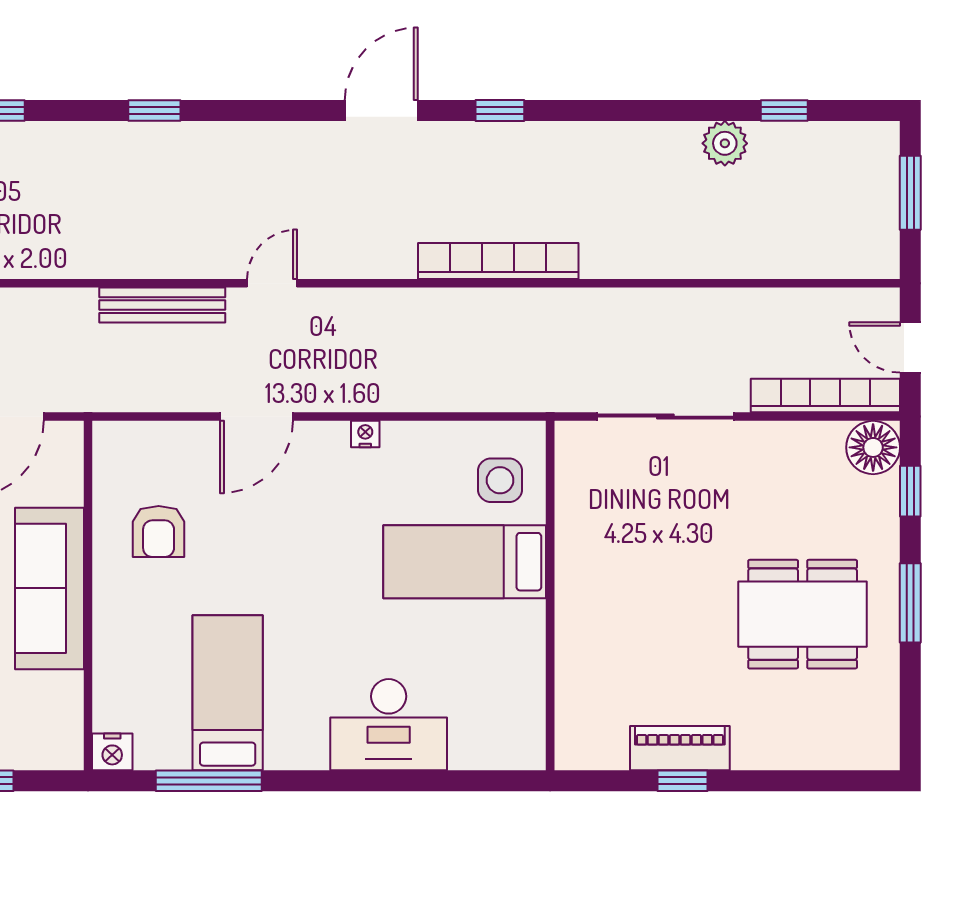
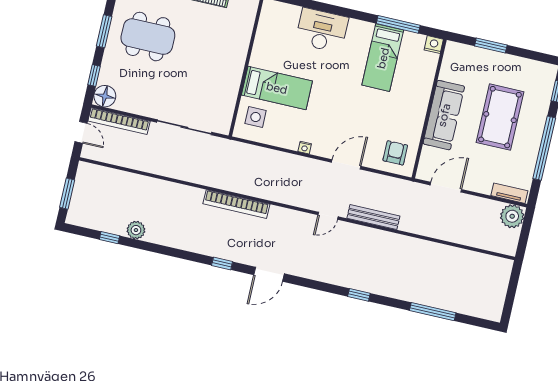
armchair: (159, 532) -> (395, 153), moved

